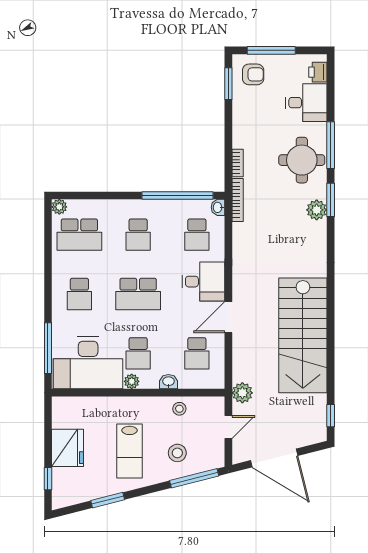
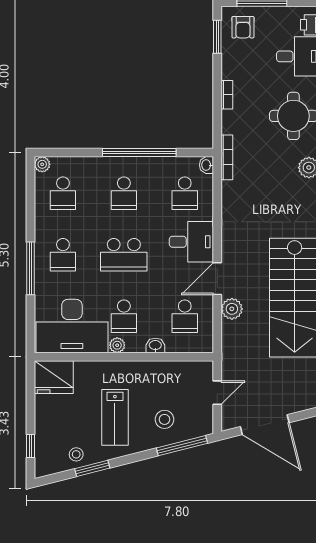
armchair: (253, 74) -> (243, 27), turned 90
bookcase: (238, 163) -> (227, 95), moved
window: (178, 195) -> (139, 153), moved
school desk: (79, 235) -> (63, 193), width x0.54
window: (48, 348) -> (30, 268), moved
plant: (242, 393) -> (232, 309), moved
stool: (179, 409) -> (76, 454), moved
fridge: (68, 448) -> (54, 377), moved, turned 90

